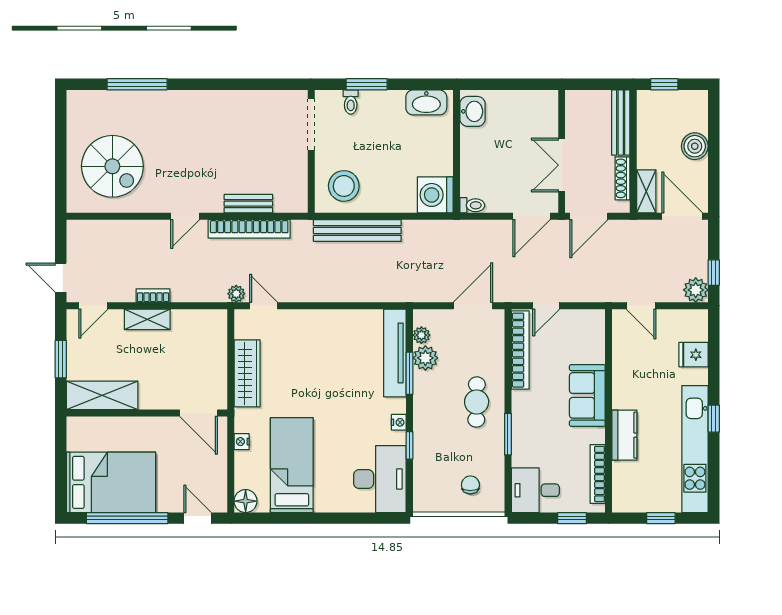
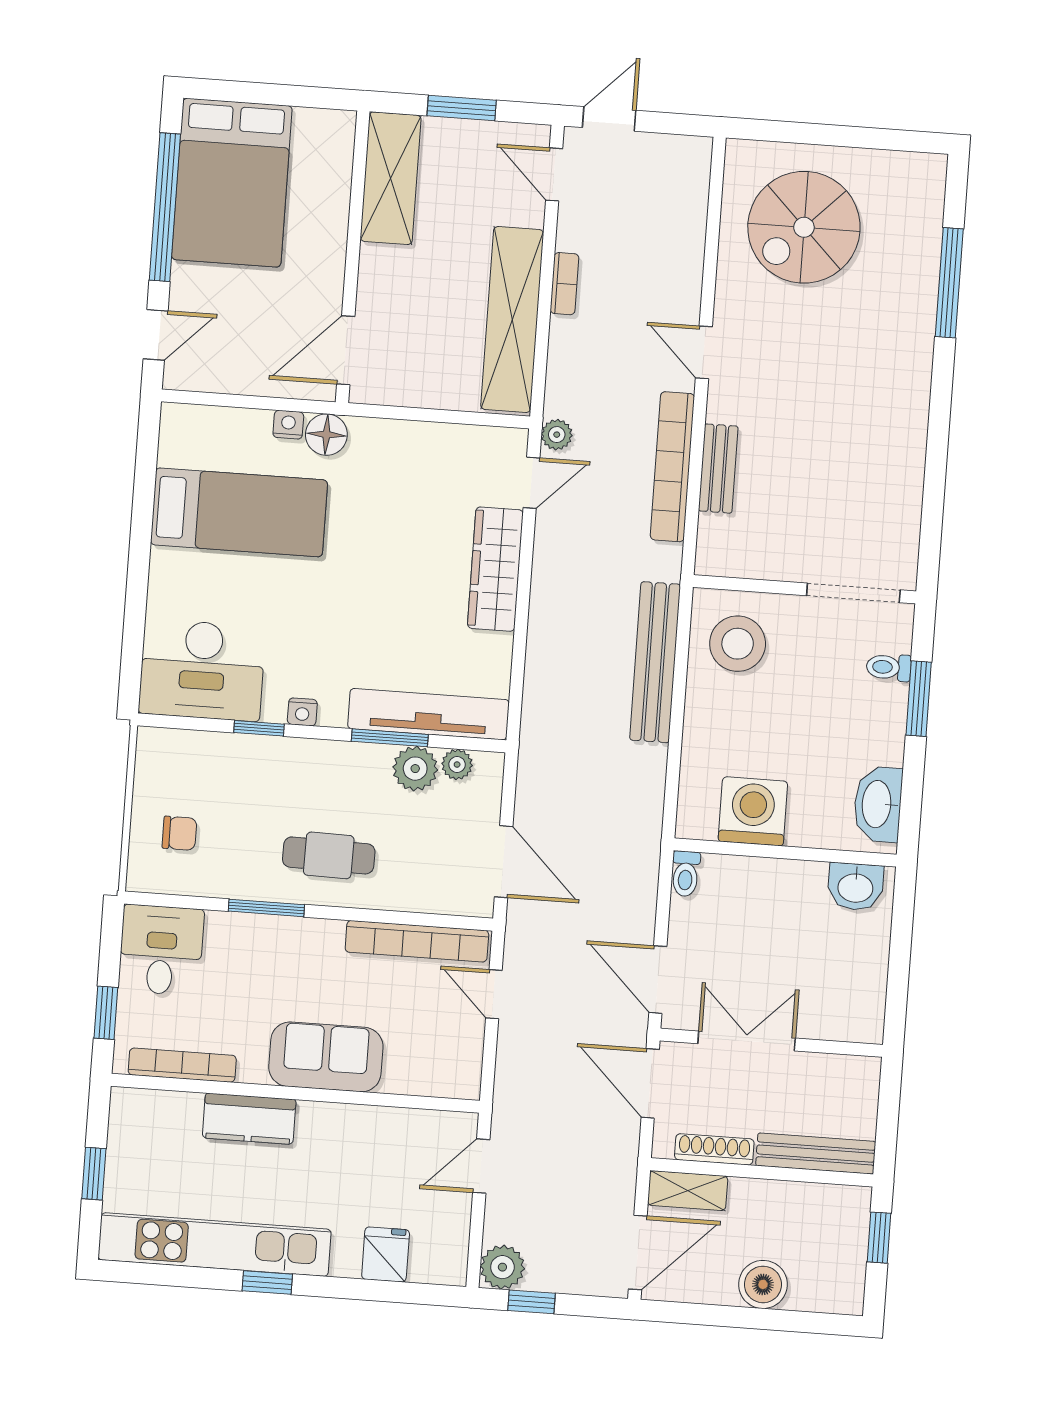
washing machine: (435, 195) -> (753, 811), moved
shelving: (147, 319) -> (512, 320), width x2.20, depth x1.33
wardrobe: (247, 373) -> (495, 569), moved, turned 90
floor lamp: (246, 501) -> (326, 435), moved

